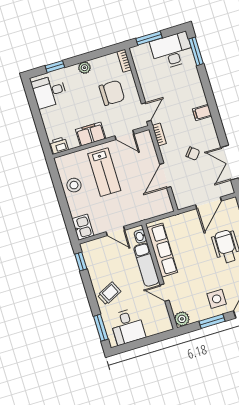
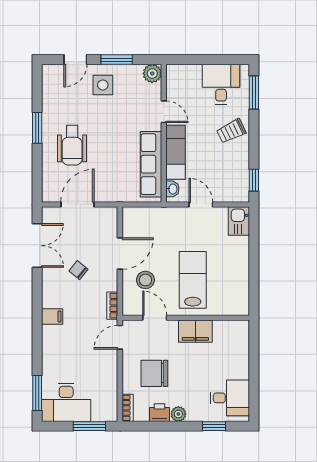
printer: (59, 145) -> (160, 413), moved, turned 180
stool: (74, 185) -> (145, 280), moved

